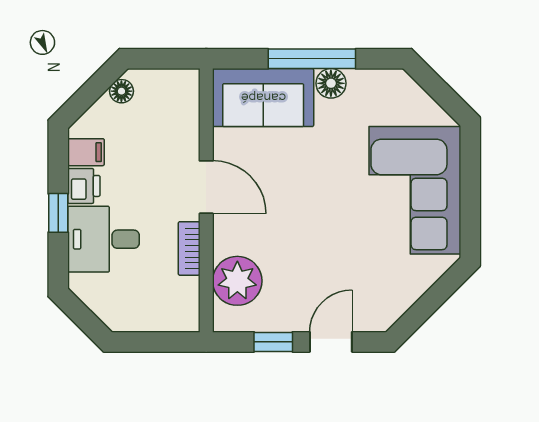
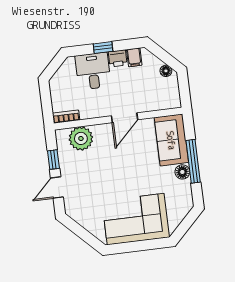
bookcase: (189, 248) -> (66, 117), moved
door: (331, 342) -> (57, 188), swing flipped

